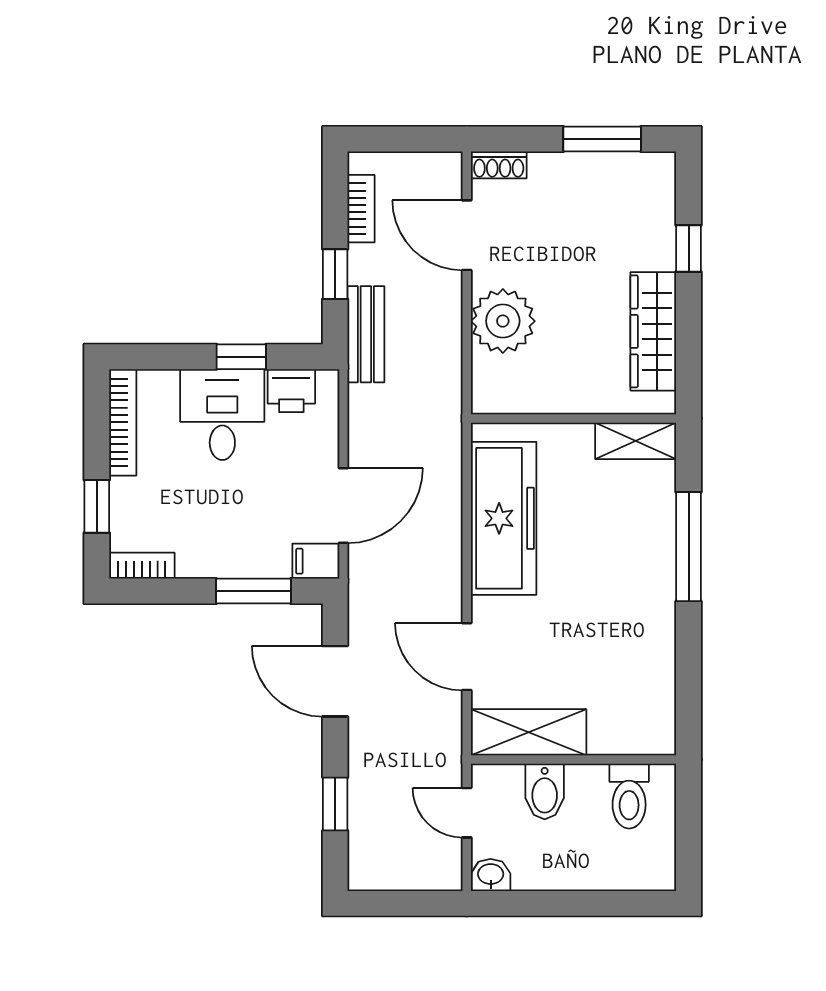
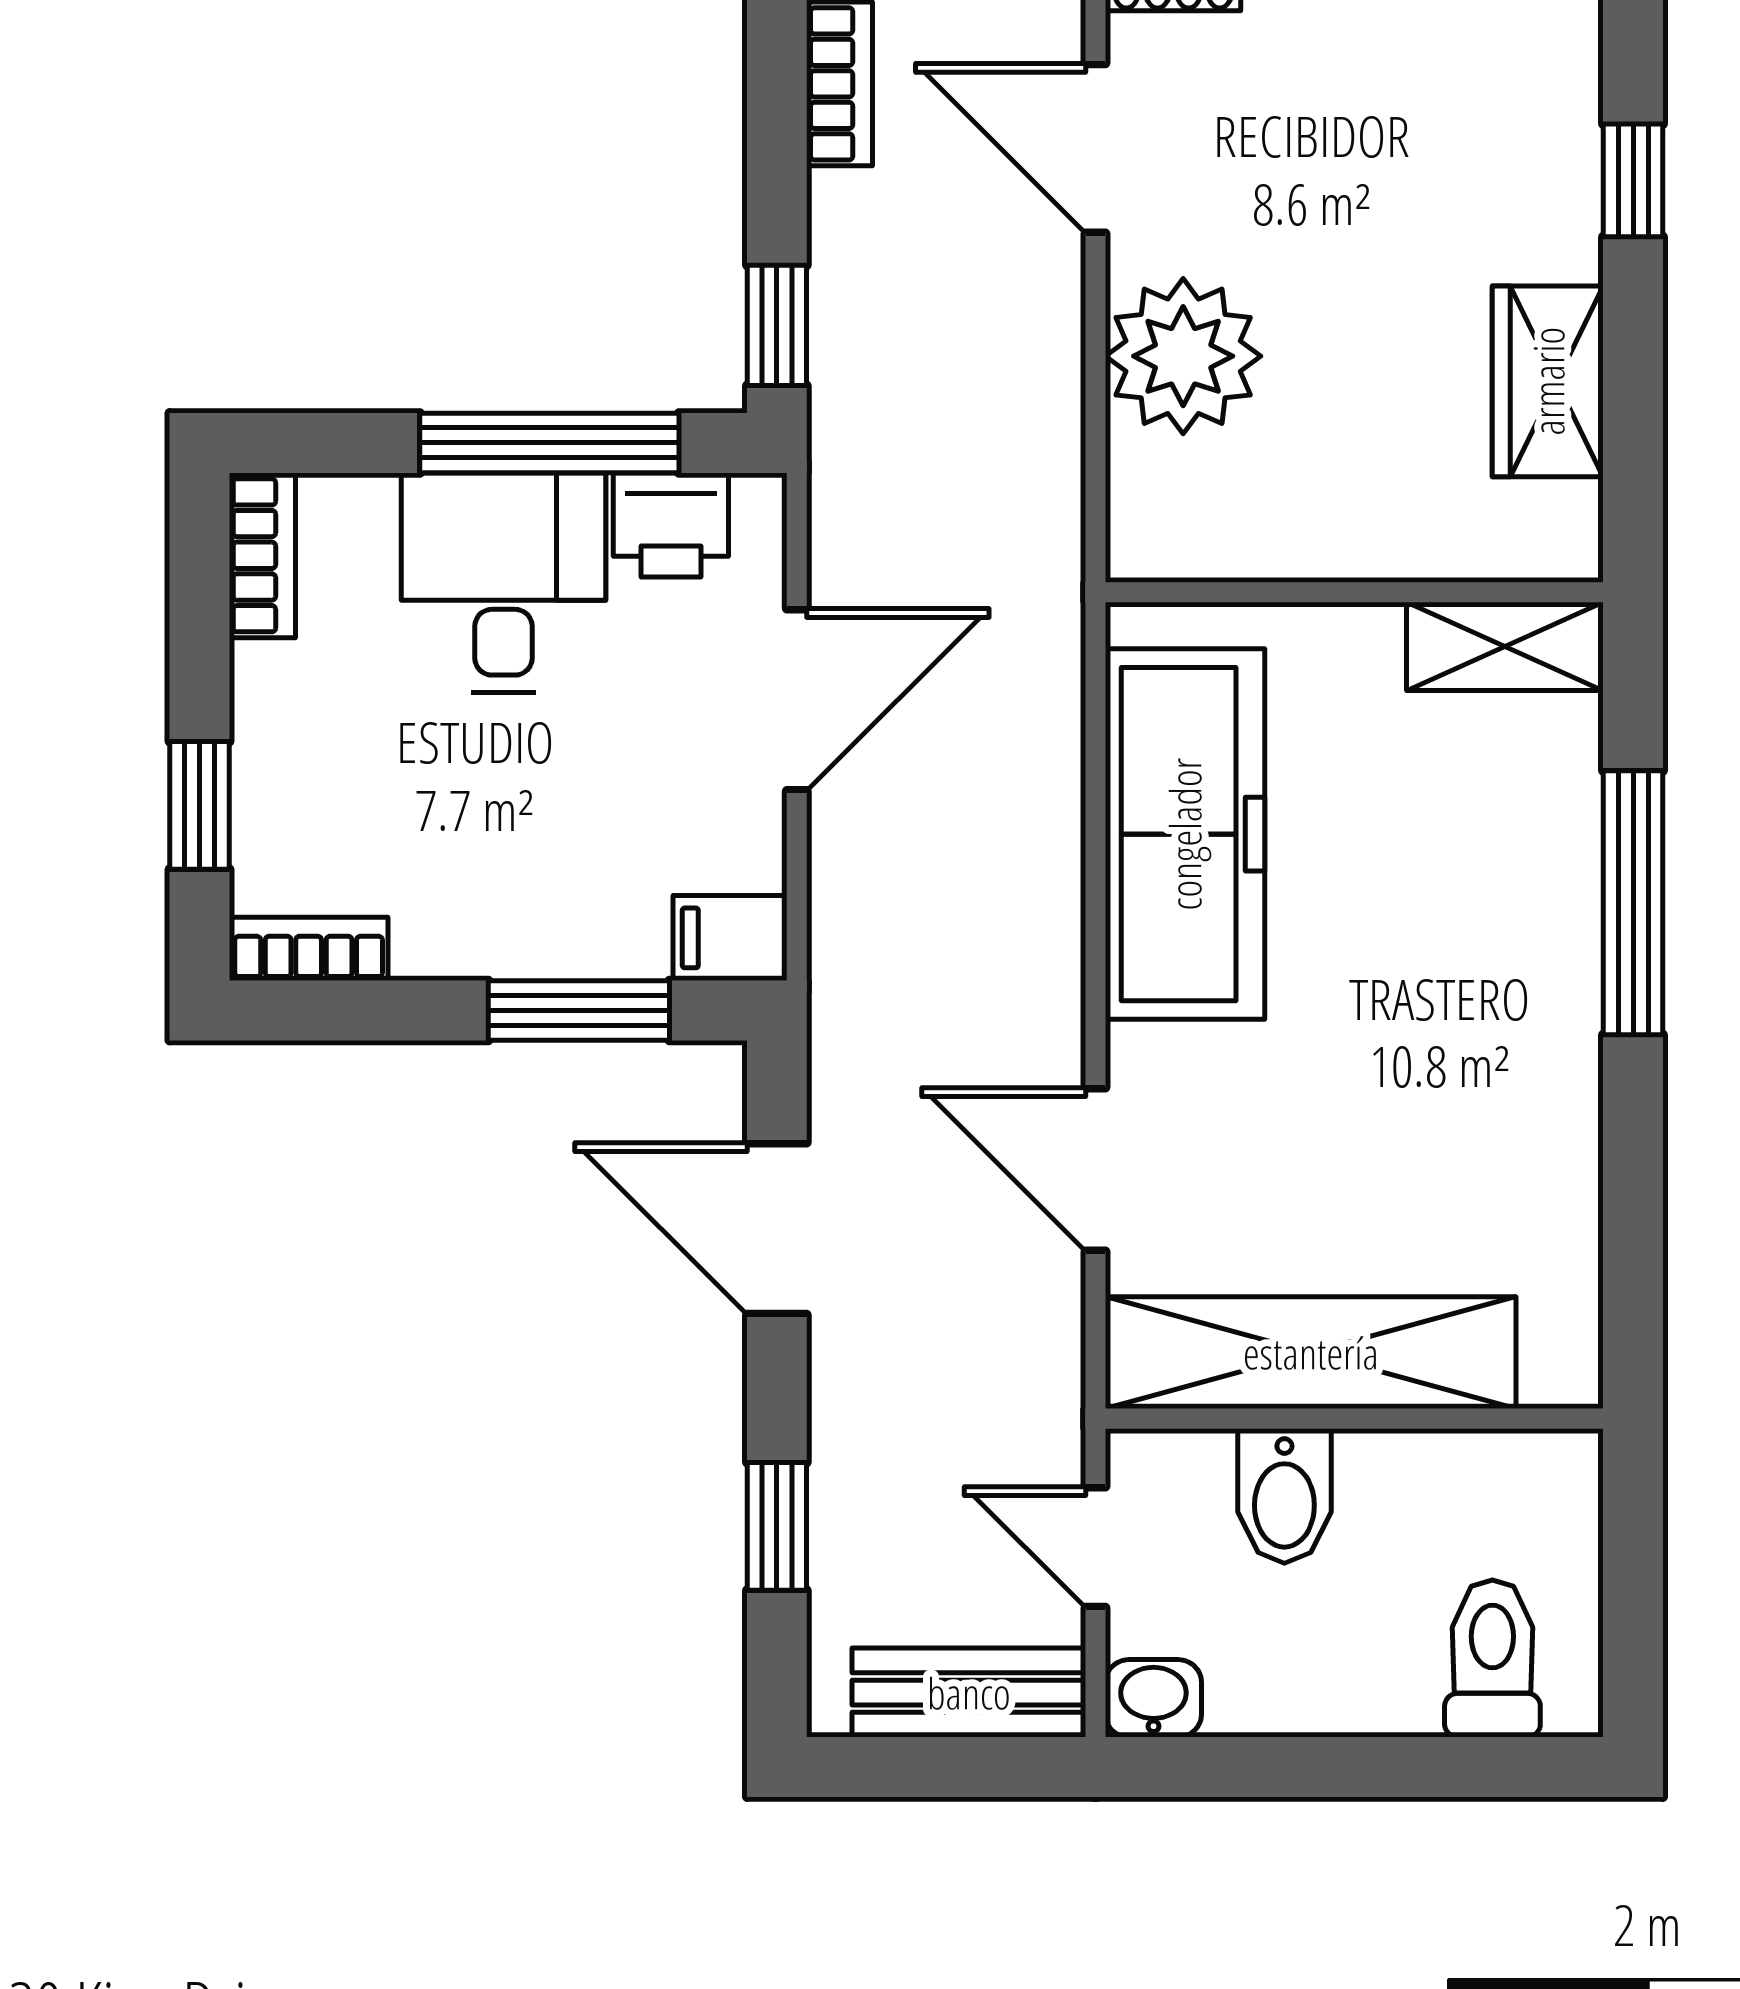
window: (335, 274) -> (777, 325), moved
wardrobe: (653, 331) -> (1548, 381), width x0.67
bench: (366, 334) -> (969, 1693), moved, turned 90
window: (241, 357) -> (549, 443), width x2.17
bookcase: (123, 422) -> (262, 555), width x0.64
door: (343, 506) -> (797, 700), moved
shelving: (529, 732) -> (1311, 1353), width x1.47
toilet: (629, 796) -> (1492, 1659), moved, turned 180

